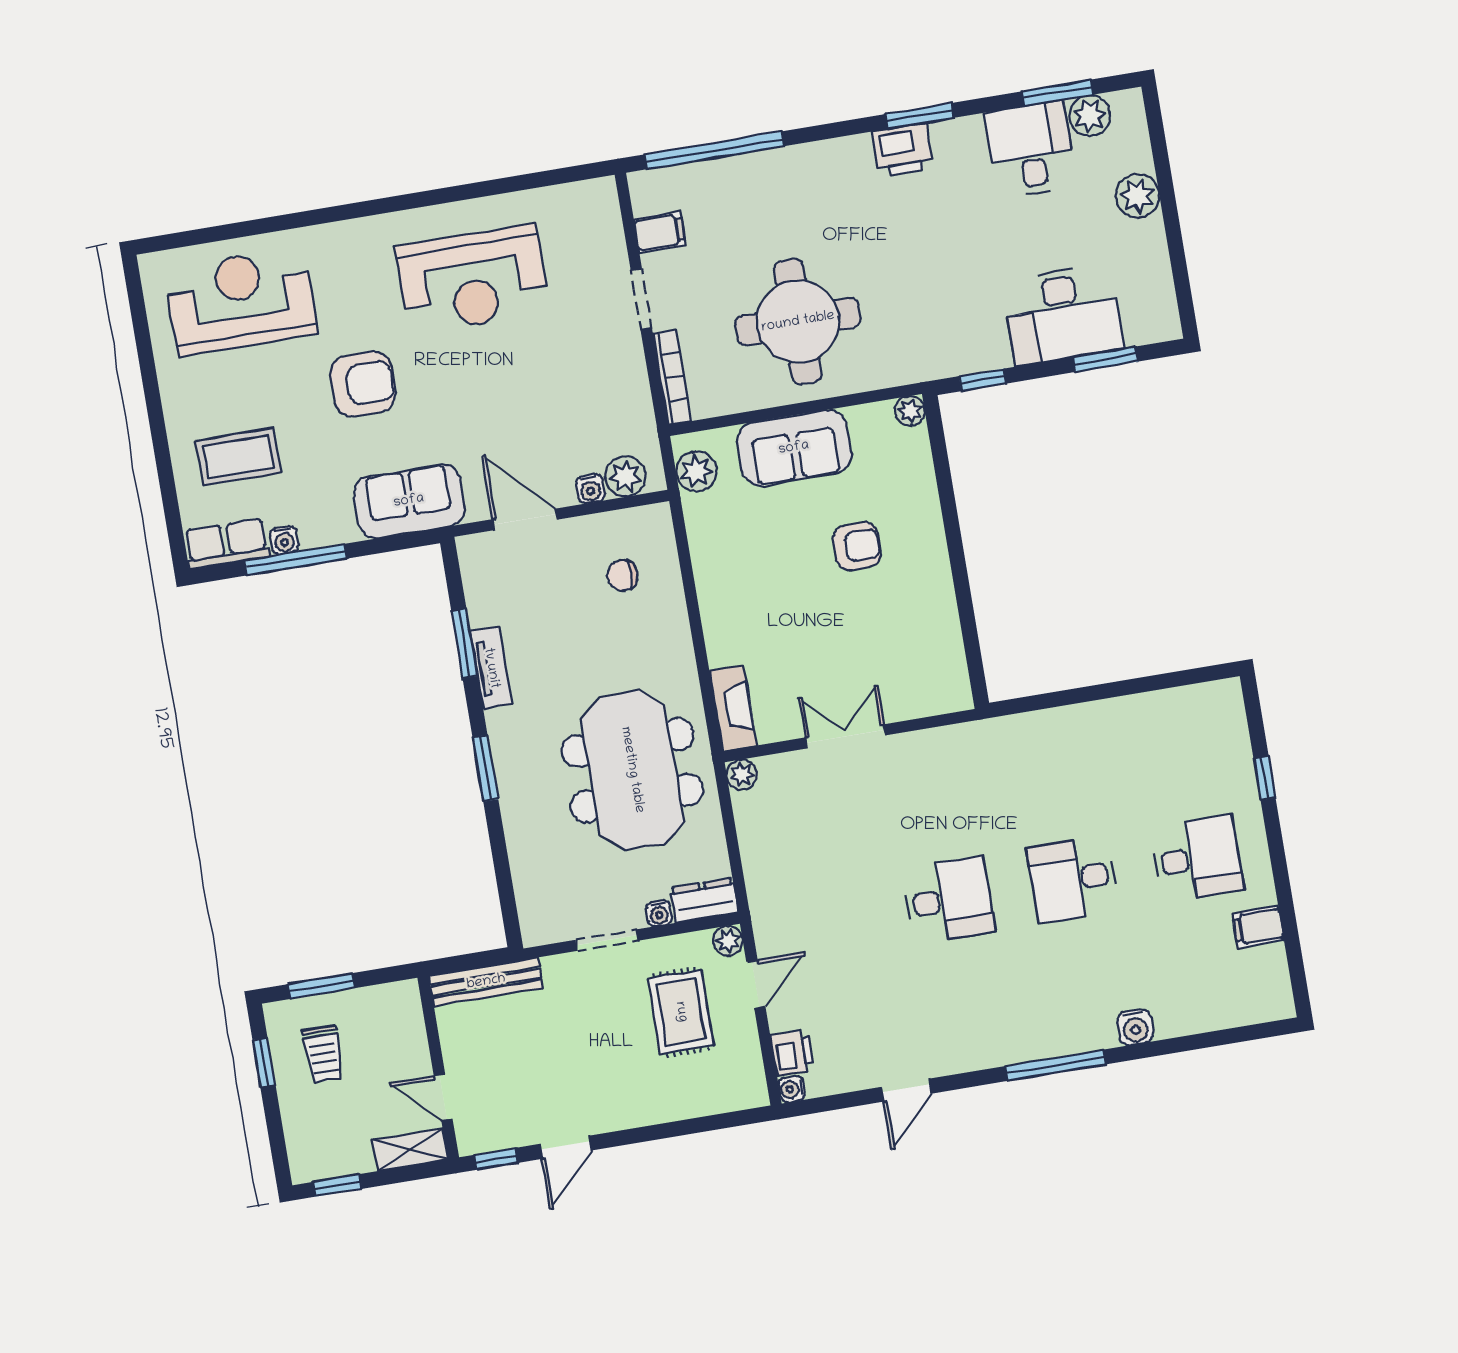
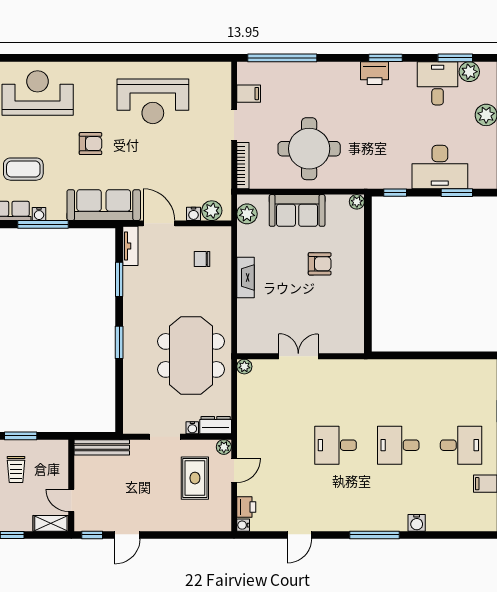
armchair: (363, 384) -> (90, 144), width x0.72, depth x0.72
sofa: (409, 501) -> (104, 205), width x1.36
tv unit: (491, 668) -> (130, 246), moved
fireplace: (733, 708) -> (246, 277), moved
desk: (949, 900) -> (336, 445), turned 180

